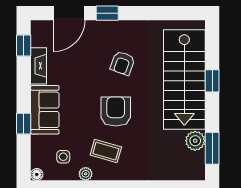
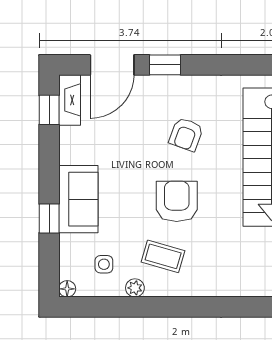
fireplace: (39, 66) -> (70, 100), moved

